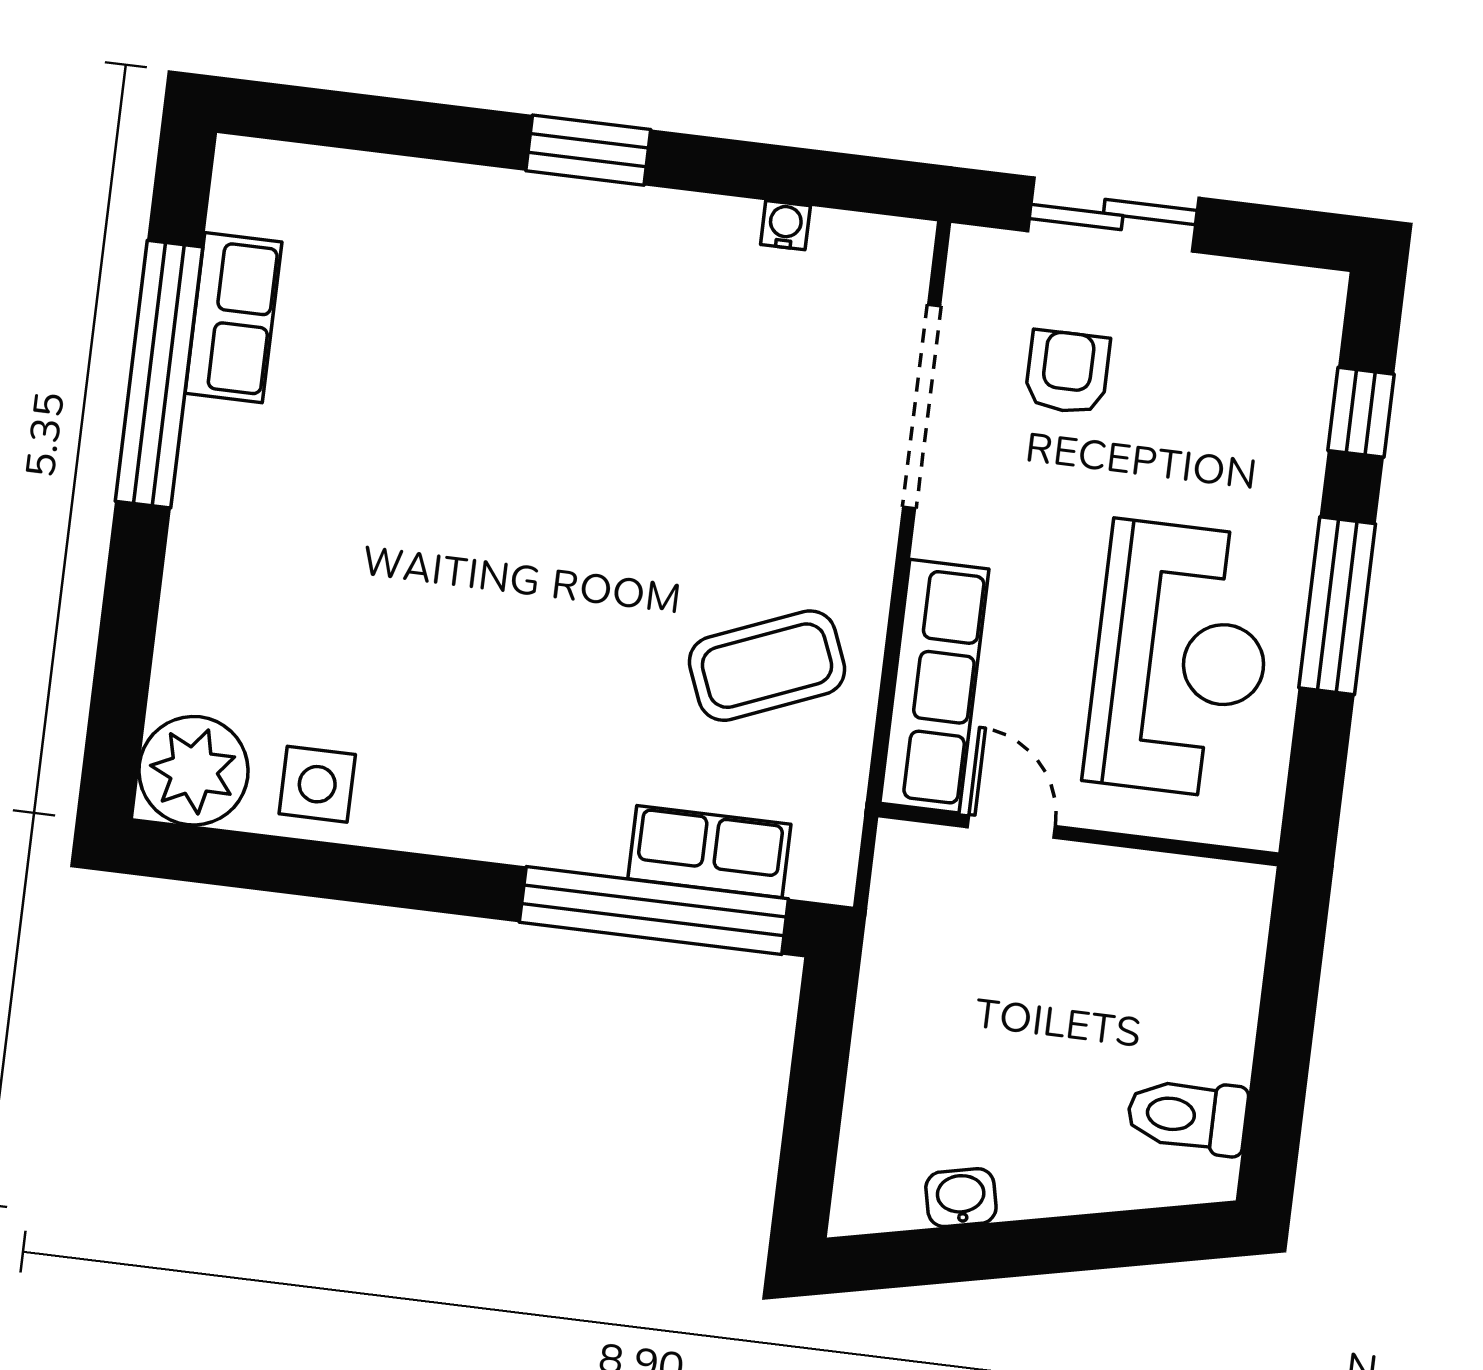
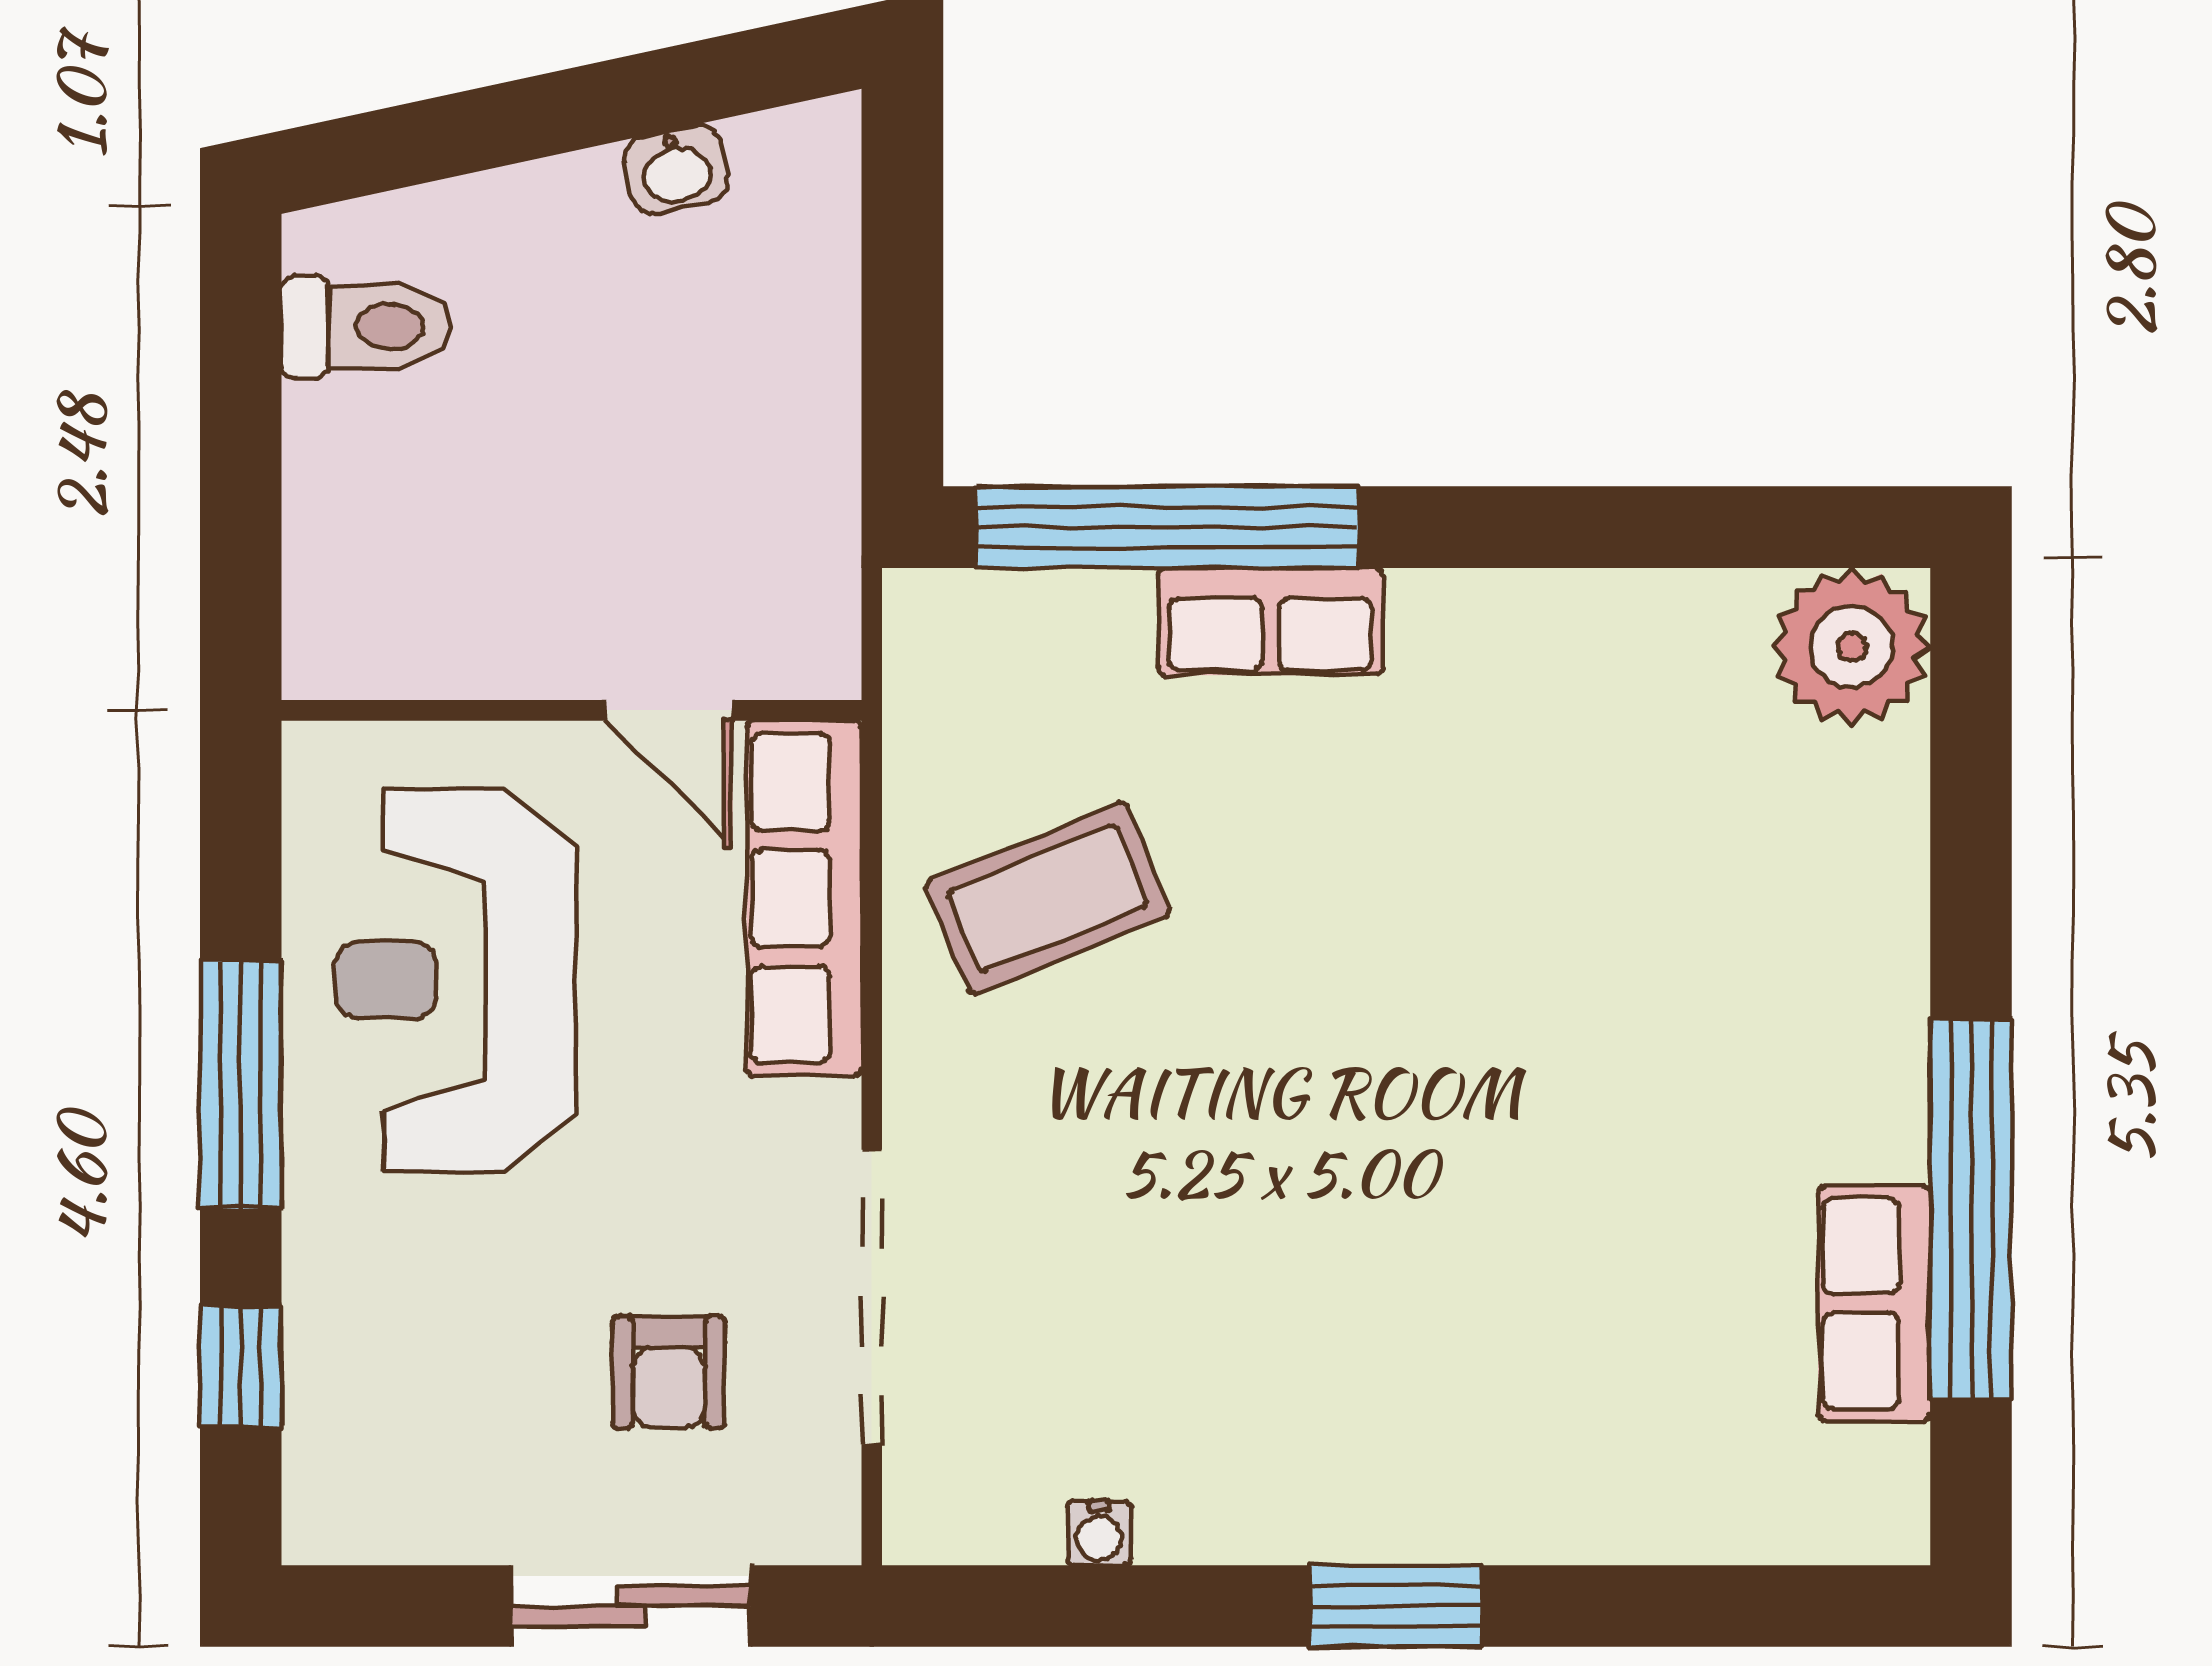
side table: (317, 784) -> (1672, 649), removed
row of seats: (709, 852) -> (1271, 621), moved

